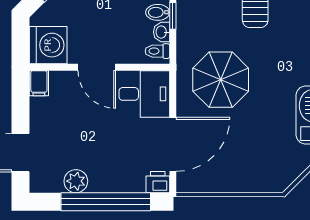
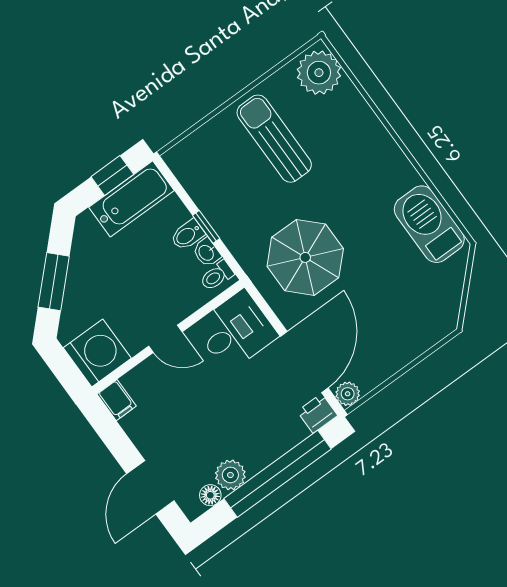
door: (97, 67) -> (165, 339), width x0.73
plant: (185, 184) -> (348, 394), added
floor lamp: (54, 185) -> (210, 495), added

